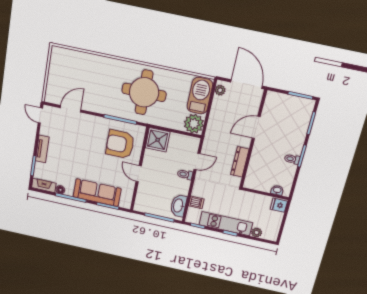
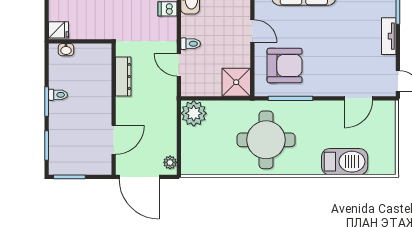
barbecue: (200, 96) -> (345, 162), moved, turned -90
door: (256, 127) -> (114, 140), moved
door: (197, 161) -> (179, 65), hinge flipped

